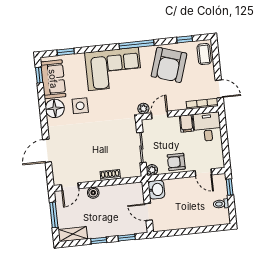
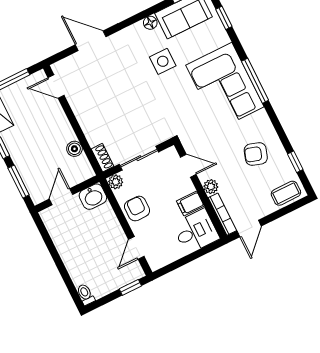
window: (136, 44) -> (255, 81), moved
armchair: (169, 65) -> (256, 154), width x0.53, depth x0.53
floor lamp: (55, 108) -> (150, 23), width x0.53, depth x0.53
plant: (143, 109) -> (211, 187), moved
shoe rack: (110, 175) -> (102, 158), moved
boiler: (93, 193) -> (74, 149), moved
toilet: (221, 204) -> (86, 294), moved
window: (127, 238) -> (19, 182), width x1.50

